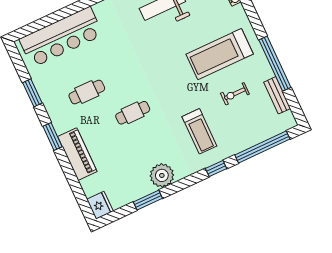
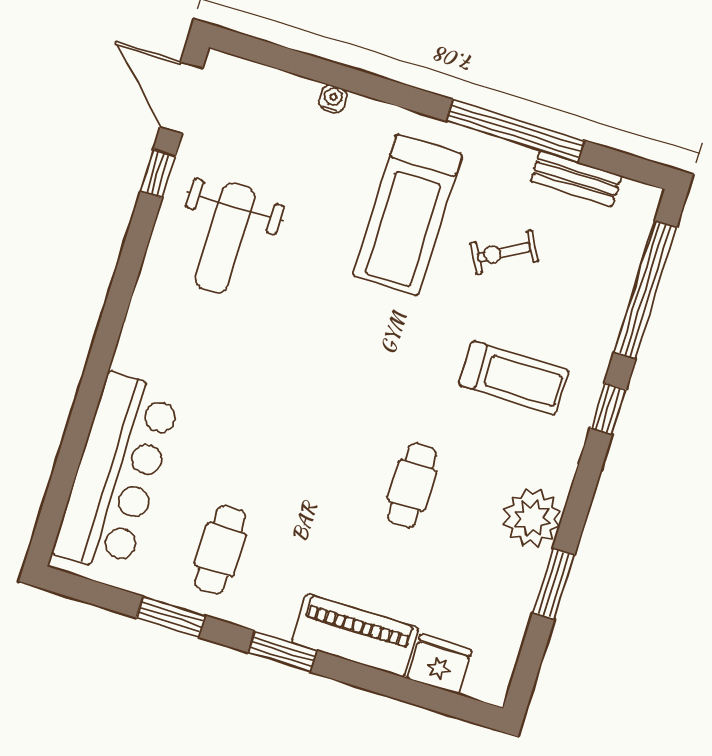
cafe table: (87, 92) -> (220, 550), moved
exercise bike: (235, 94) -> (504, 252), turned 61
cafe table: (133, 113) -> (412, 485), moved
fridge: (100, 205) -> (439, 664), moved

